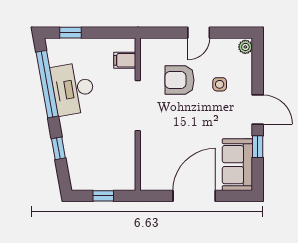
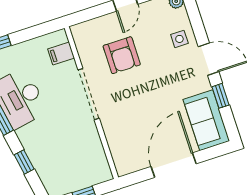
armchair: (180, 80) -> (122, 55), turned -90
side table: (220, 84) -> (179, 39), moved

